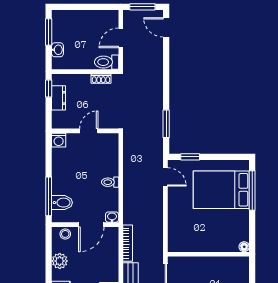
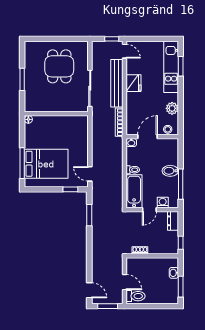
door: (121, 38) -> (124, 282), hinge flipped
toilet: (107, 62) -> (136, 296), moved
dresser: (59, 98) -> (173, 221), moved
washing machine: (59, 140) -> (163, 202), moved
bathtub: (108, 154) -> (134, 191), added
window: (49, 196) -> (181, 184), moved
bidet: (62, 203) -> (170, 171), moved

